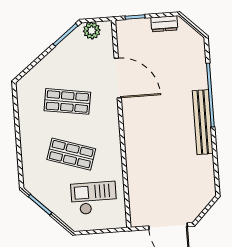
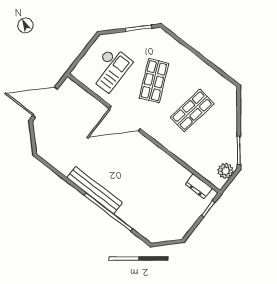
dresser: (164, 24) -> (199, 186), moved, turned -90
door: (118, 78) -> (125, 119), moved
shop shelf: (71, 154) -> (154, 81), turned -42

